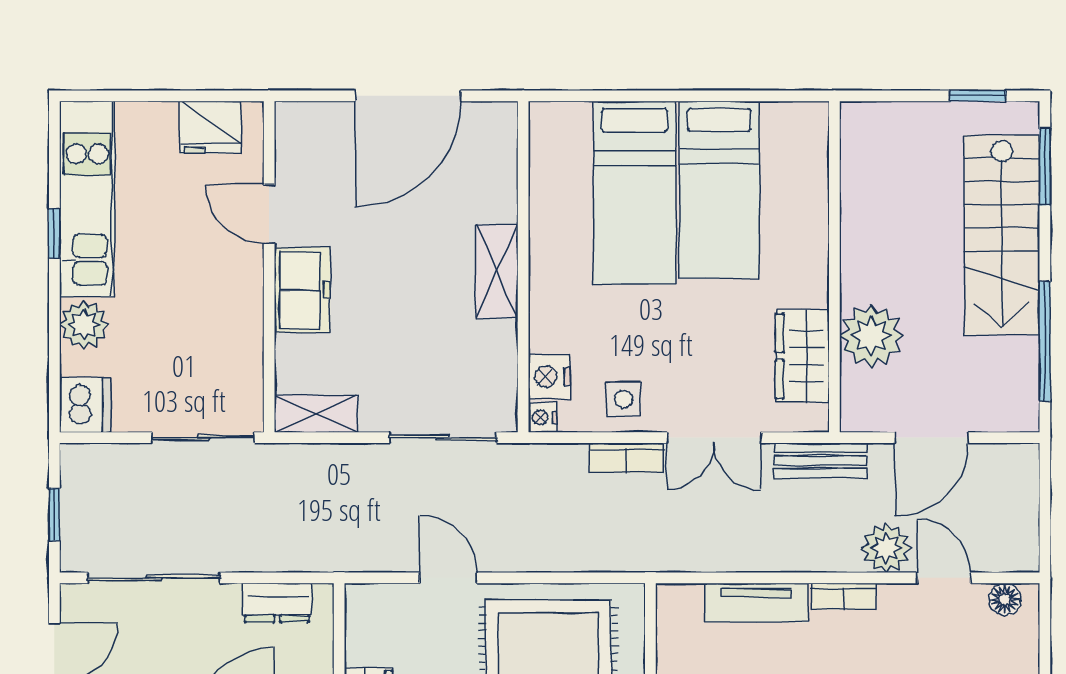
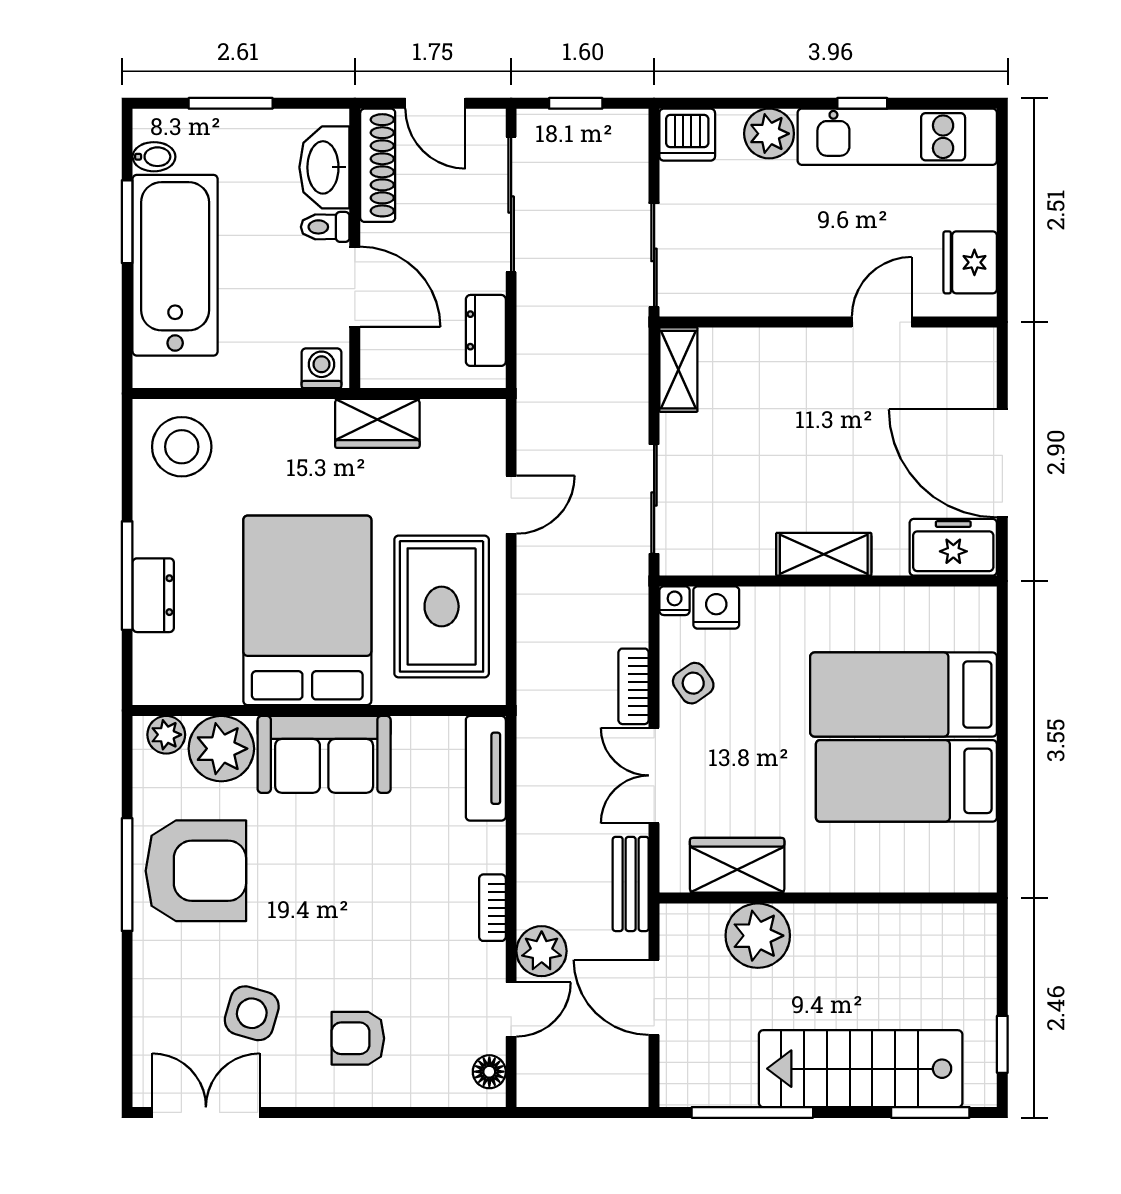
freezer: (302, 290) -> (953, 547), moved, turned 180
side table: (623, 399) -> (693, 683), turned -35
tv unit: (756, 603) -> (486, 768), moved

